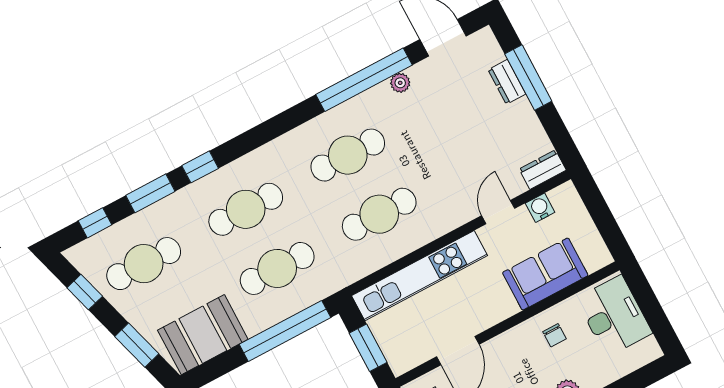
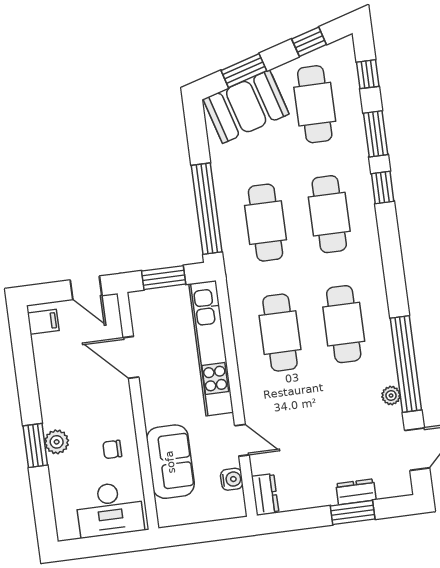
window: (528, 78) -> (353, 512), width x0.69
booth: (203, 335) -> (246, 107), moved, turned 74

